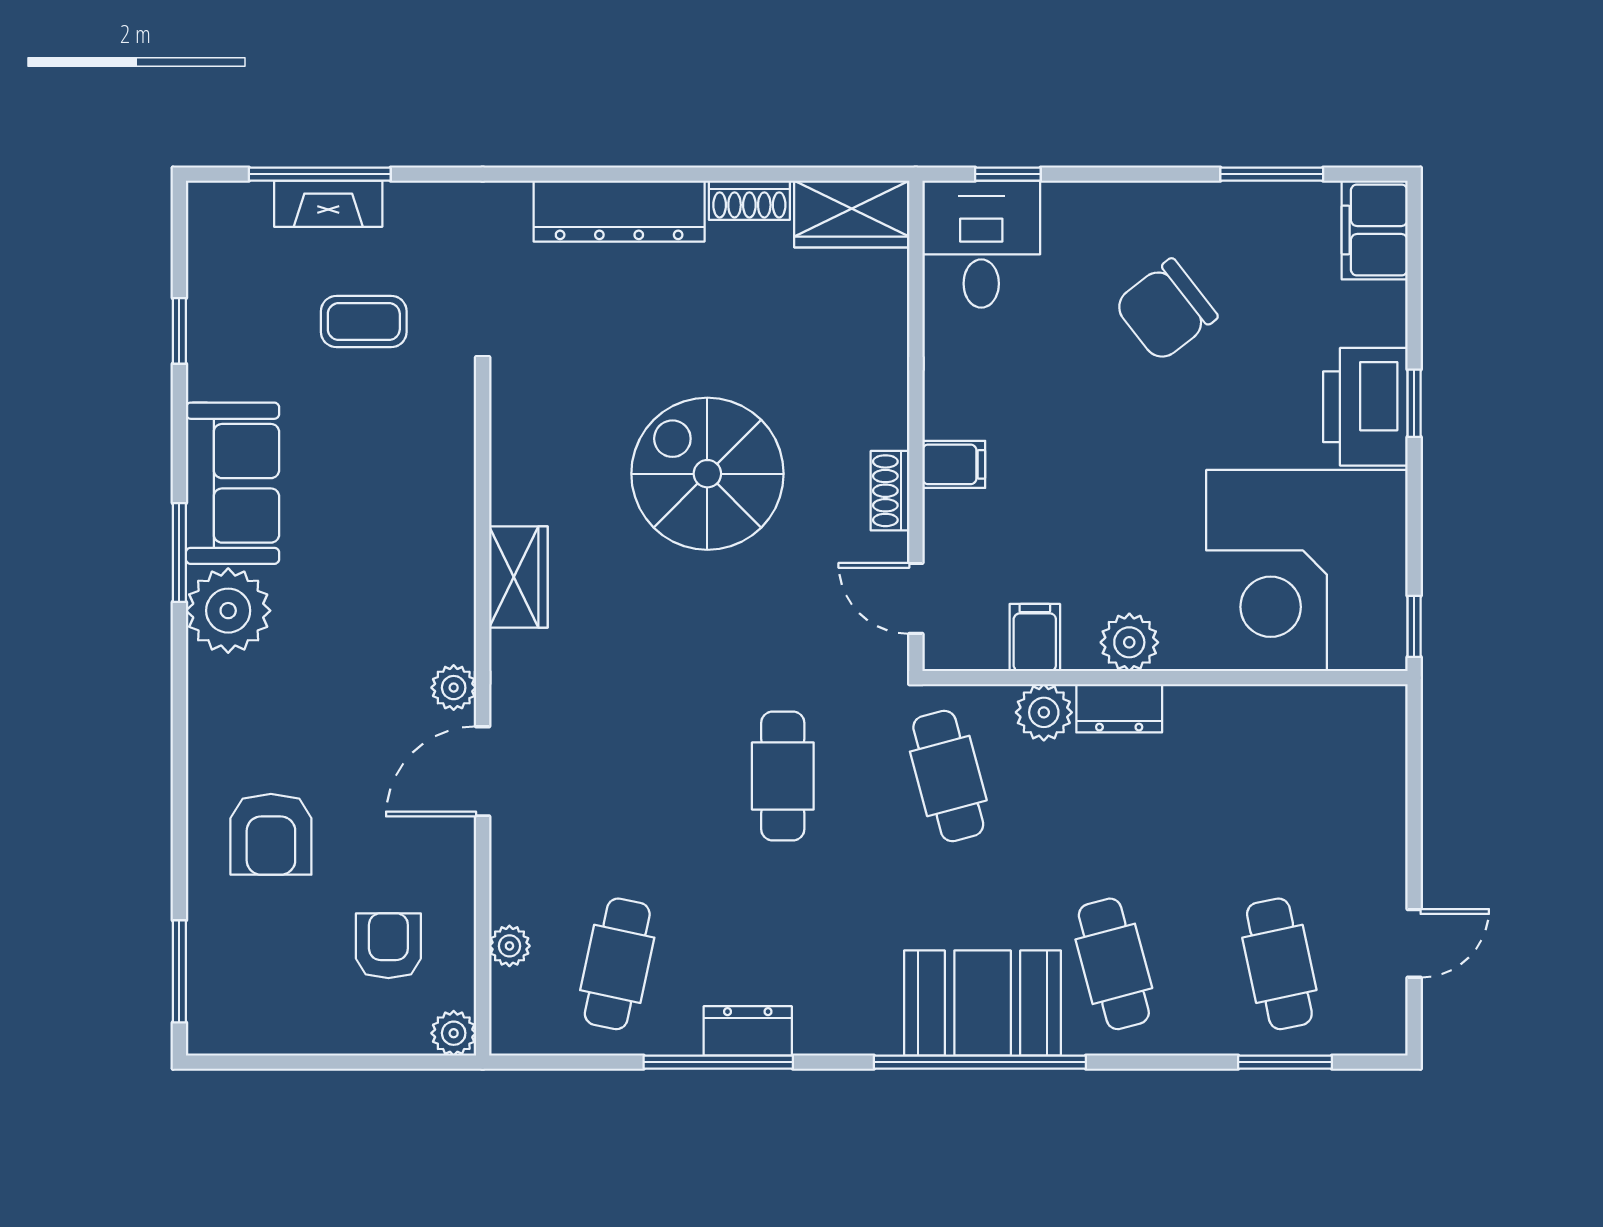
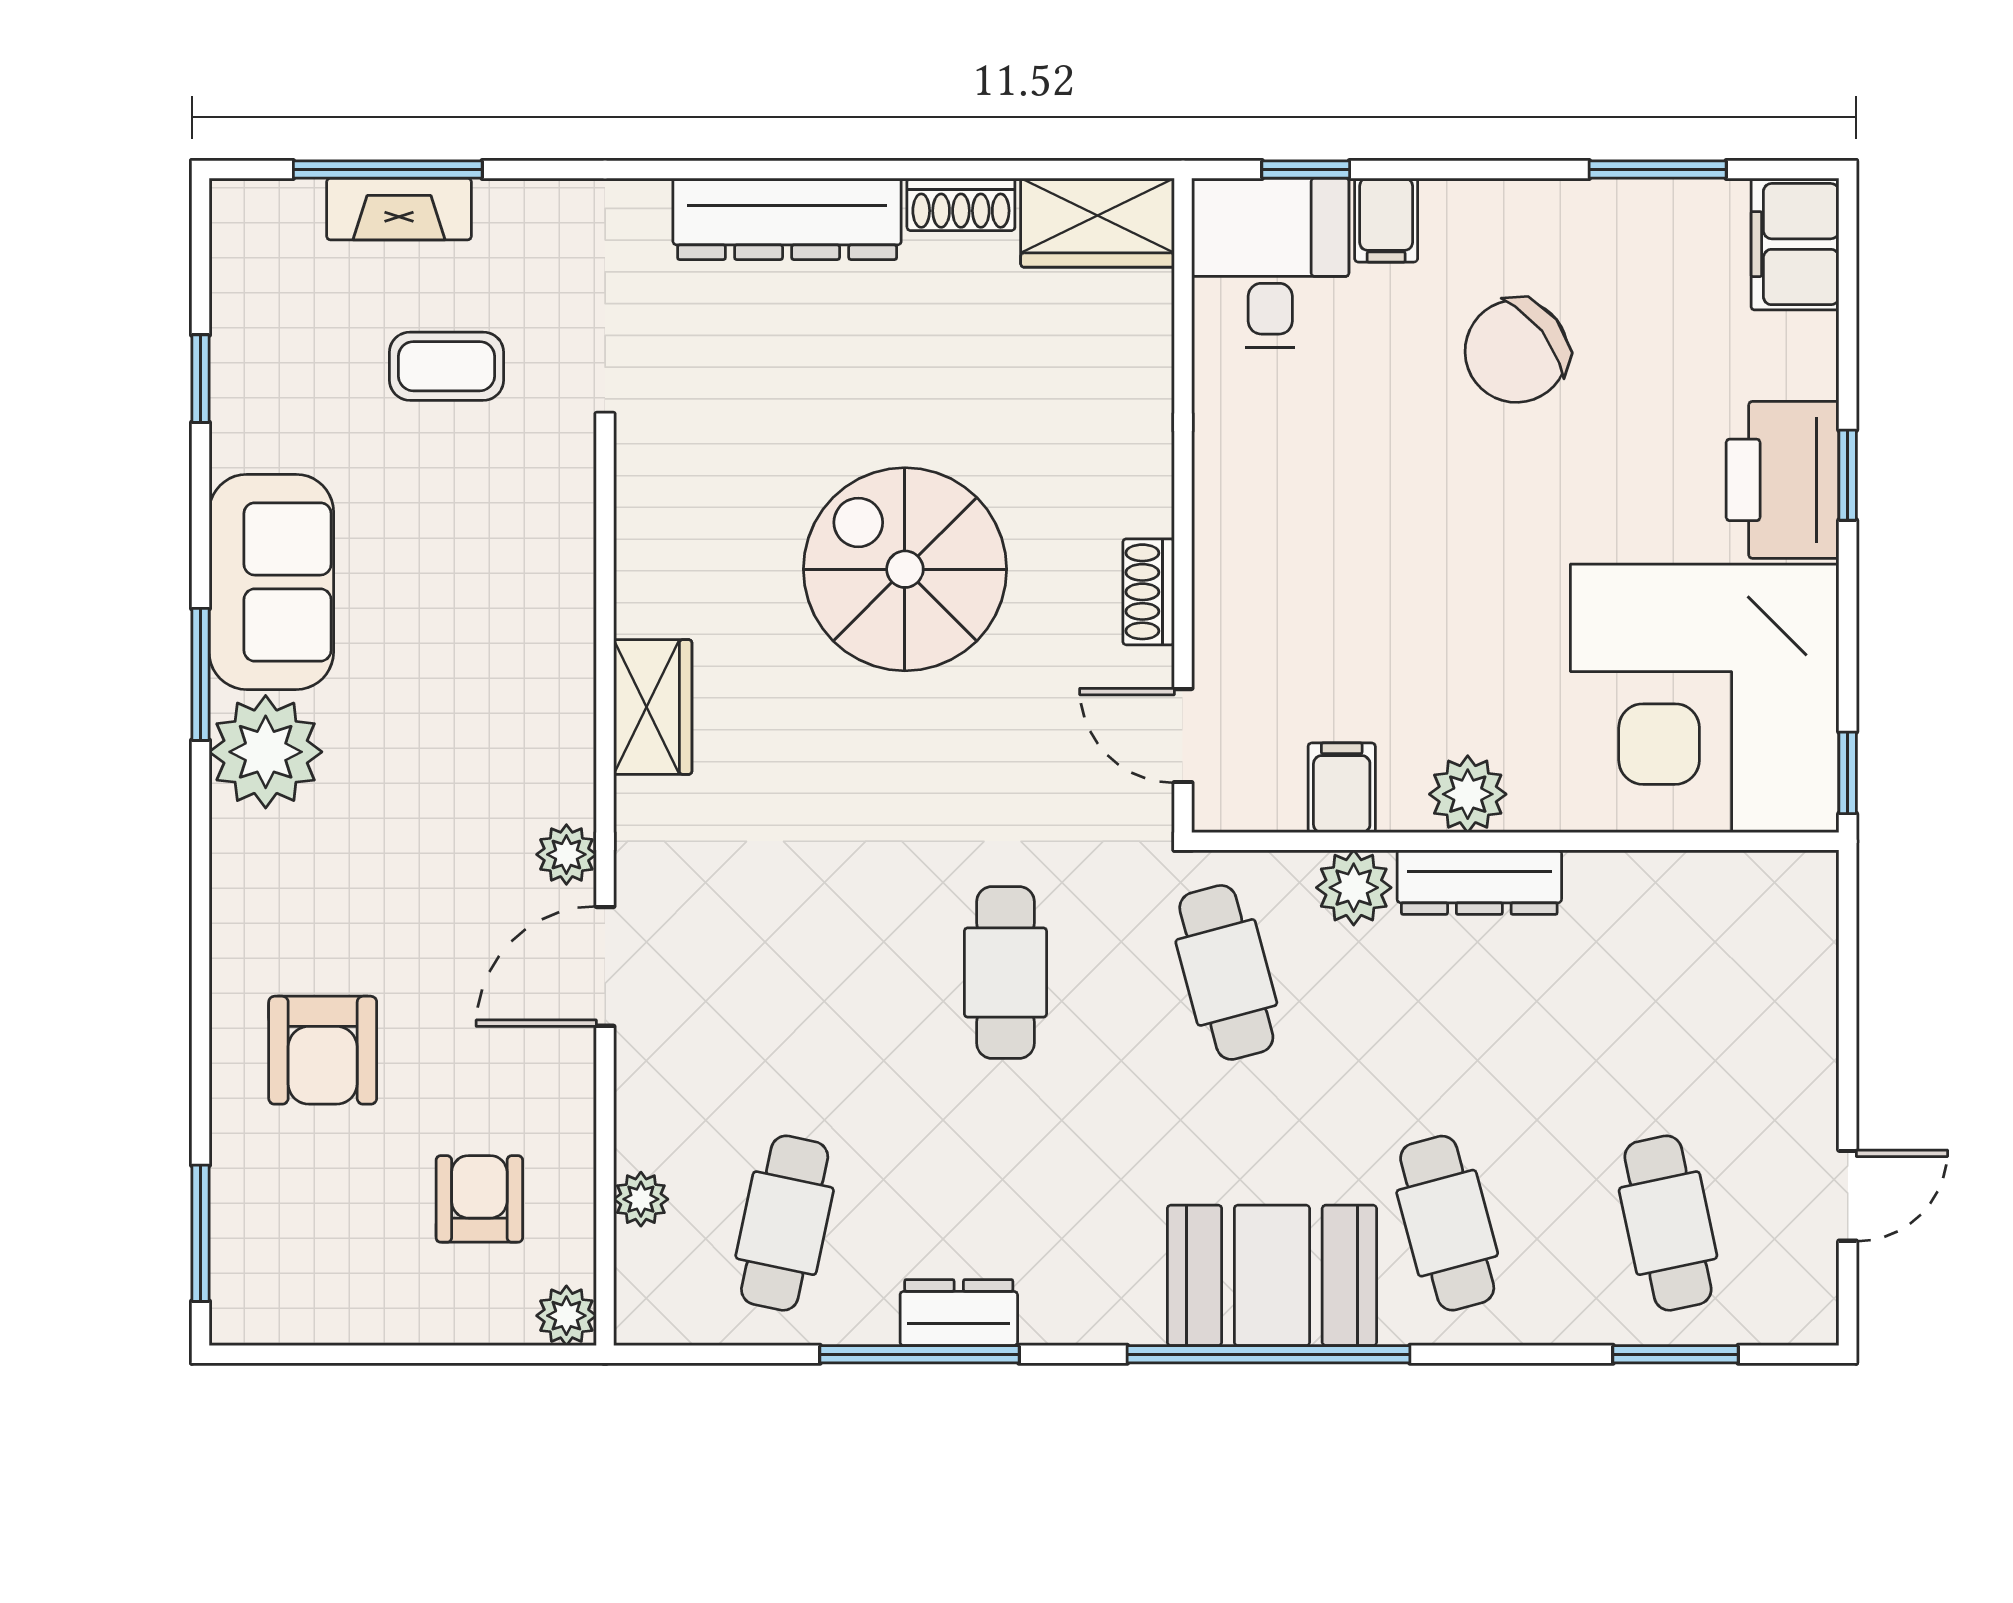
filing cabinet: (954, 464) -> (1386, 220), moved, turned 90
dresser: (1119, 708) -> (1479, 882), width x1.44

